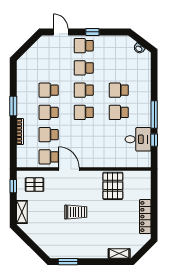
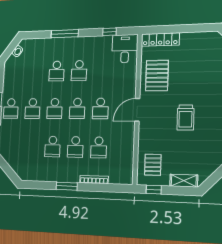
window: (154, 114) -> (65, 34), moved
desk: (138, 139) -> (125, 49), moved
school desk: (49, 157) -> (100, 108), moved
door: (69, 169) -> (137, 110), moved
pallet: (113, 186) -> (157, 75), turned 90
trolley: (76, 212) -> (185, 117), turned 180
locker: (145, 217) -> (160, 40), moved

